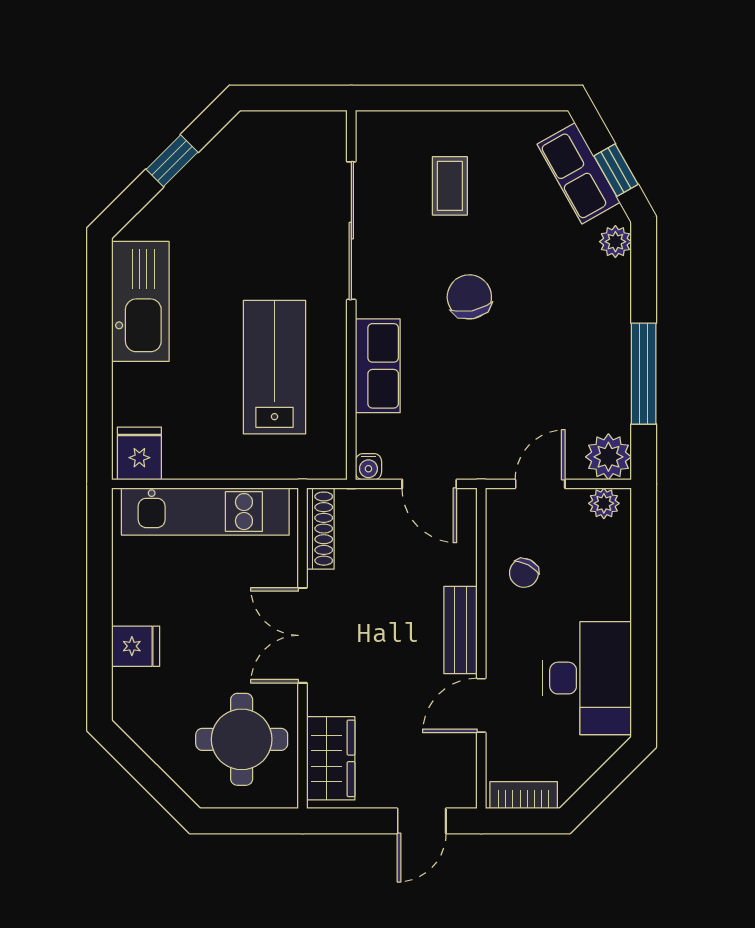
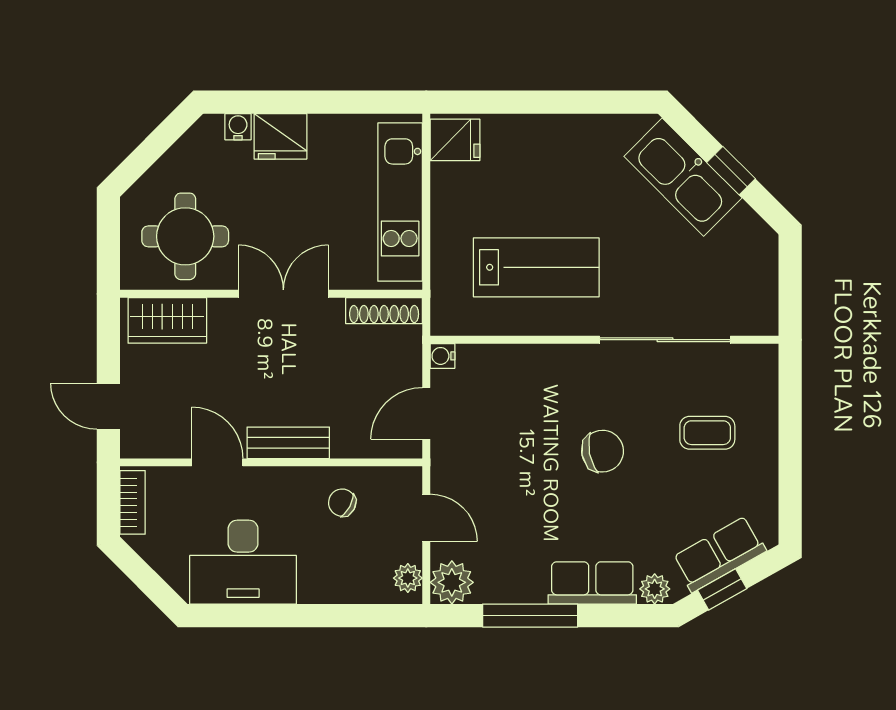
kitchen sink: (140, 301) -> (683, 177), moved, turned 45
row of seats: (378, 366) -> (592, 583), moved, turned 180
fridge: (136, 646) -> (280, 136), width x1.38
water cooler: (125, 683) -> (238, 127), added

